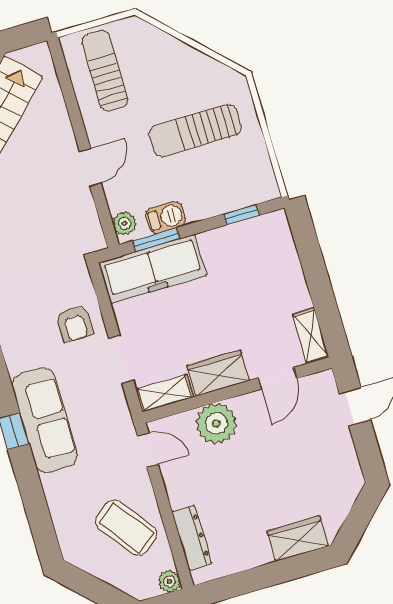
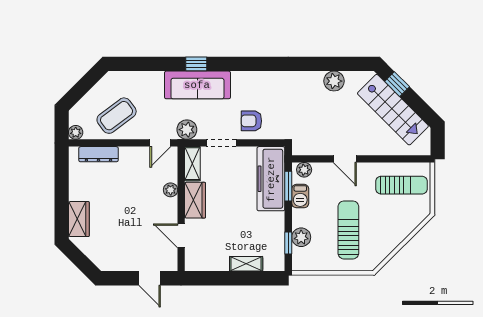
plant: (227, 198) -> (301, 237), added
shelving: (311, 336) -> (246, 264), moved
plant: (116, 416) -> (187, 130), added
plant: (216, 423) -> (171, 190), width x0.53, depth x0.53

